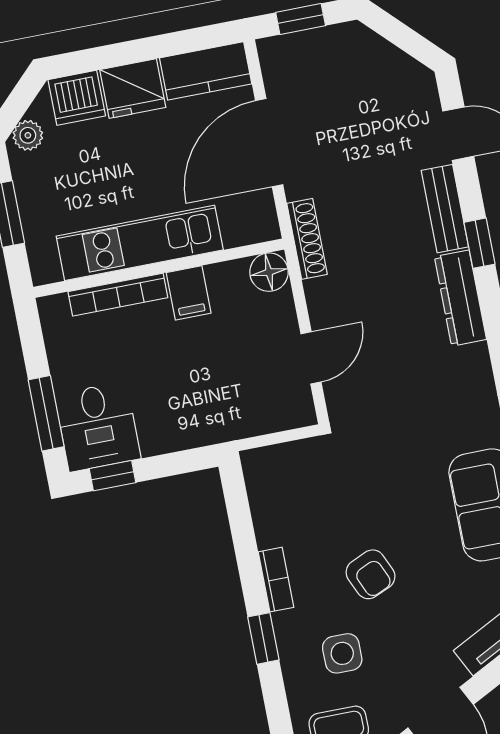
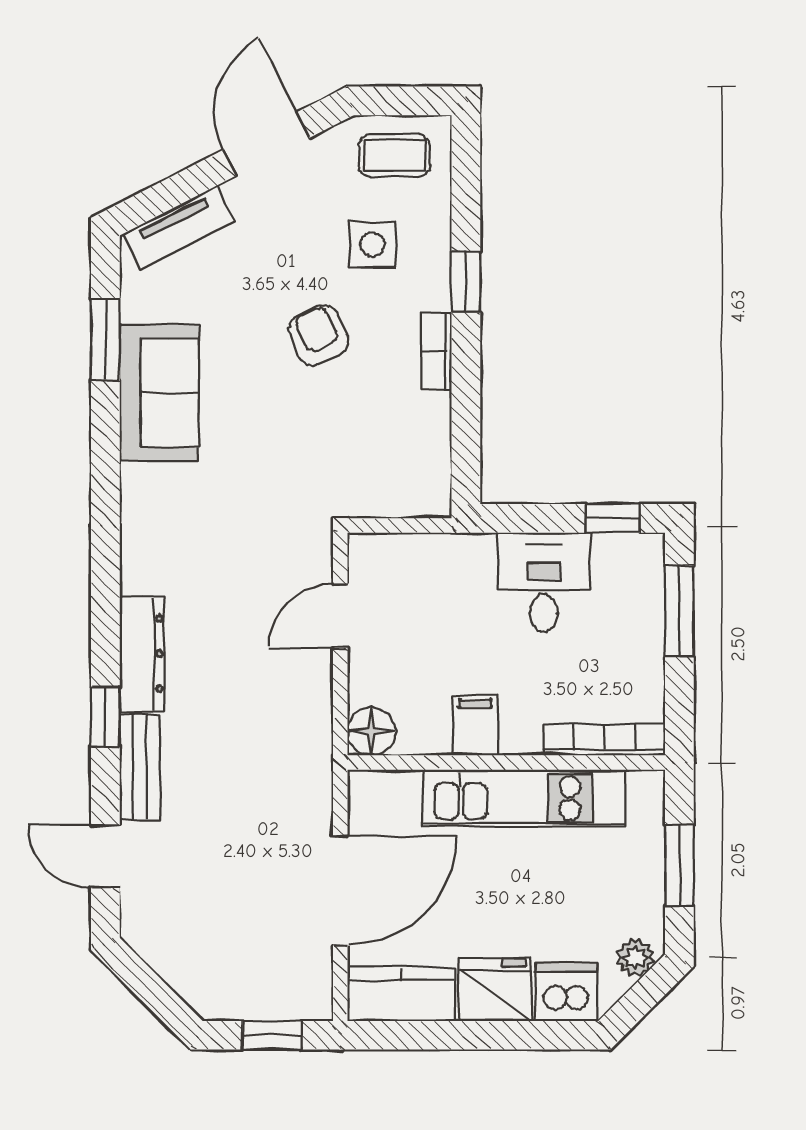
shoe rack: (307, 239) -> (317, 763), removed
bookcase: (118, 295) -> (604, 740), moved
desk: (98, 427) -> (544, 582), moved

